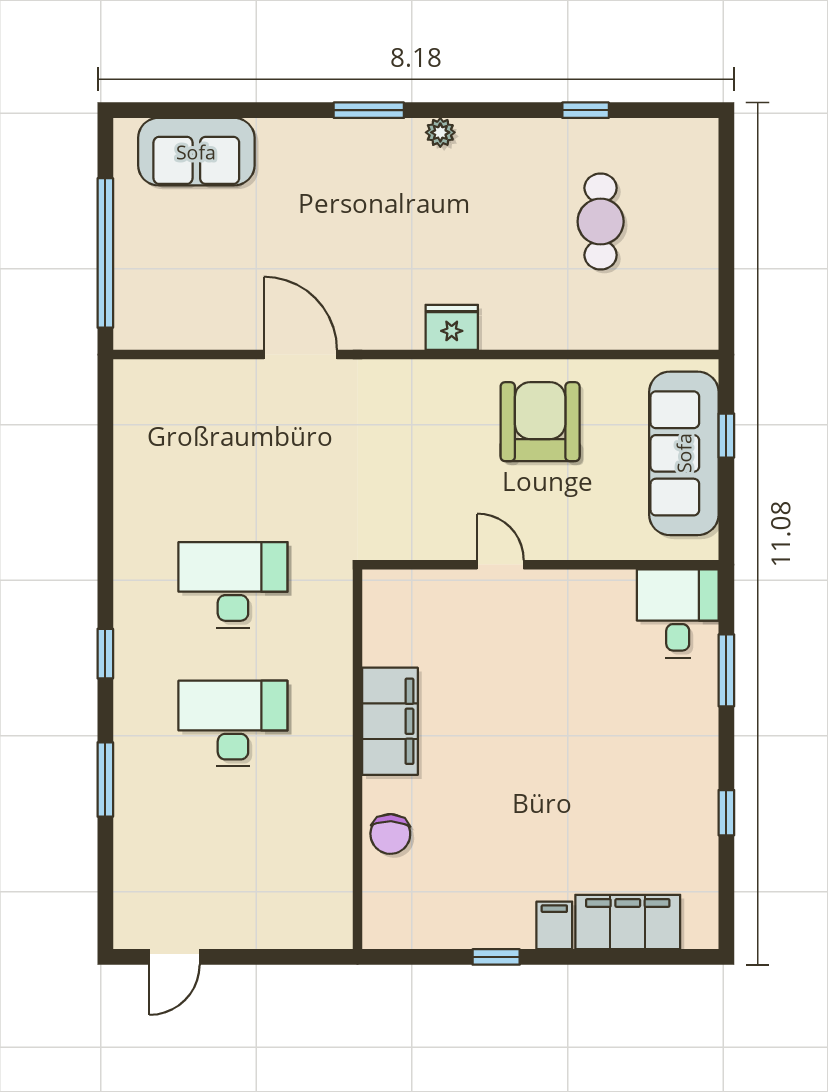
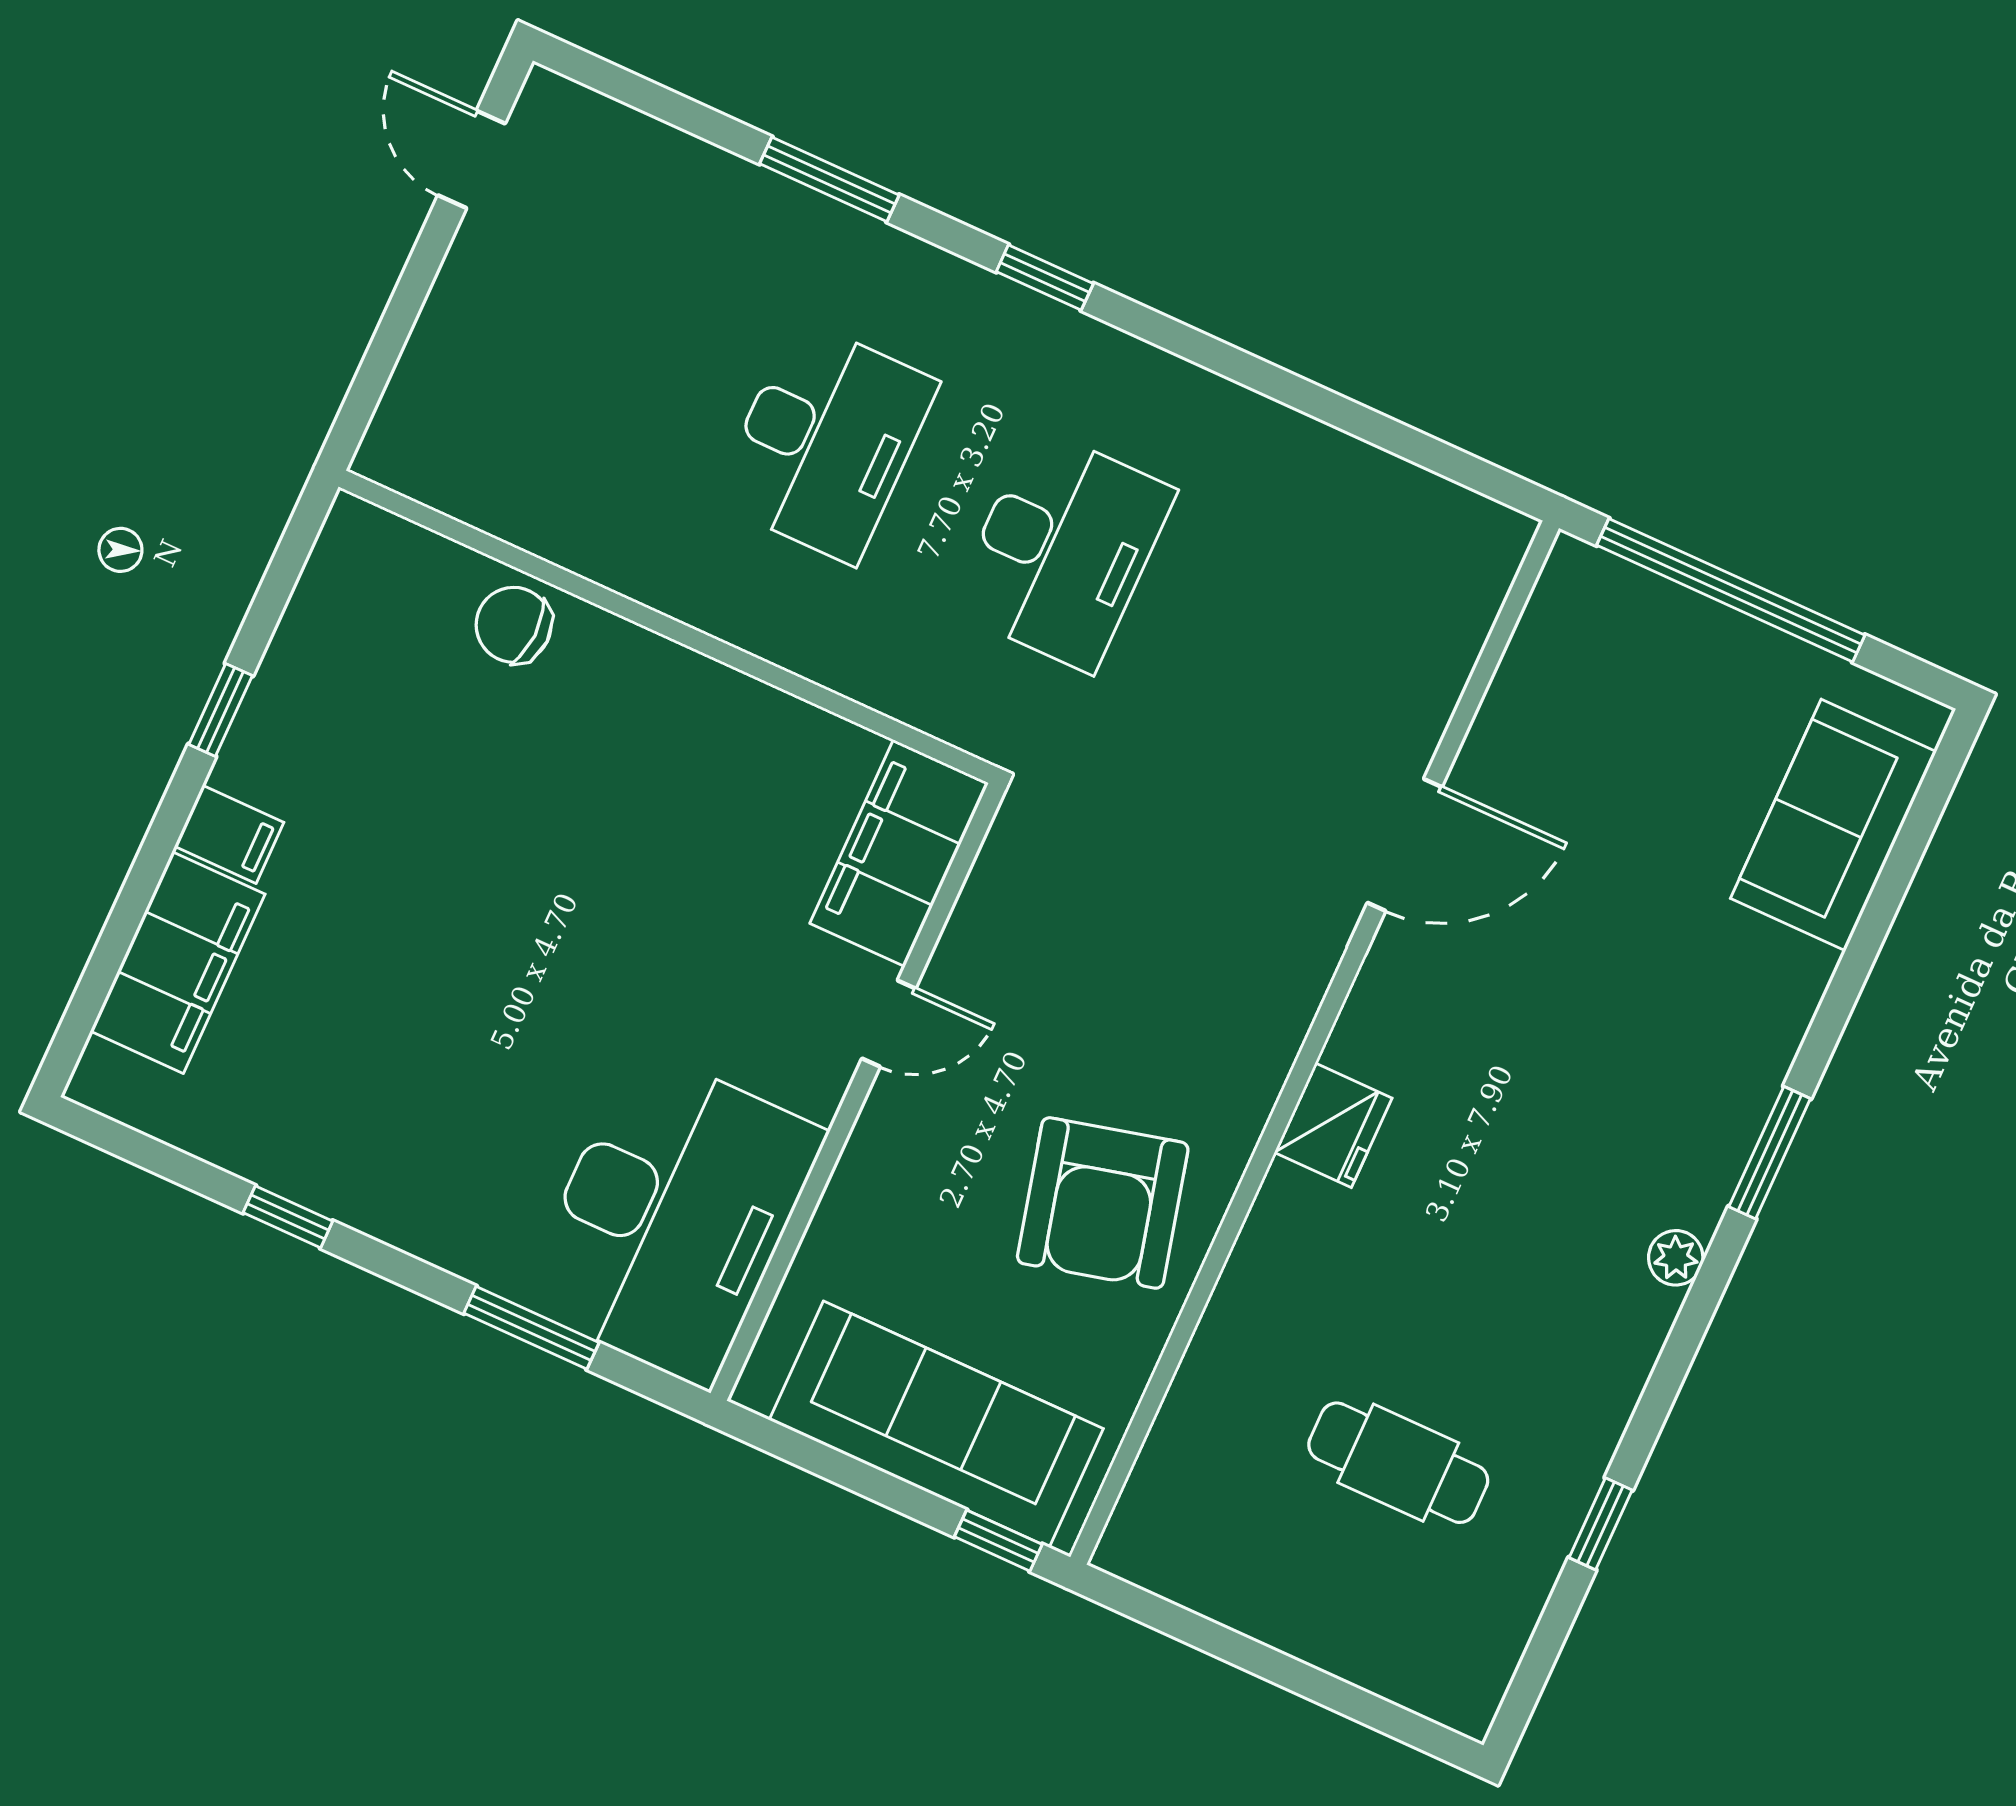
armchair: (540, 422) -> (1103, 1203), turned 76
window: (726, 436) -> (998, 1541), moved
desk: (678, 613) -> (672, 1217), width x1.87, depth x1.30
filing cabinet: (390, 721) -> (899, 853), moved, turned 90

